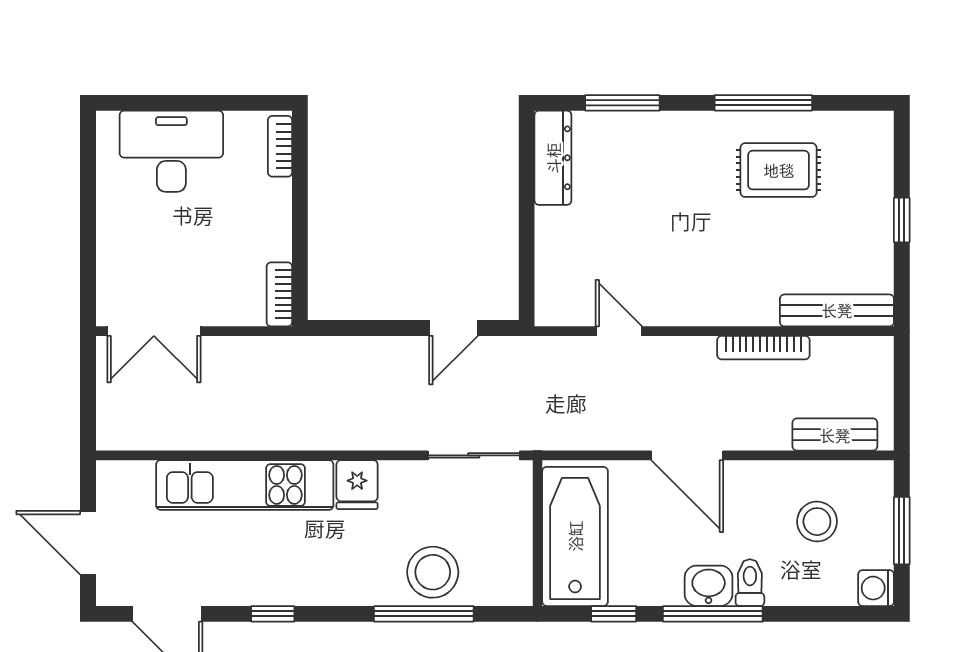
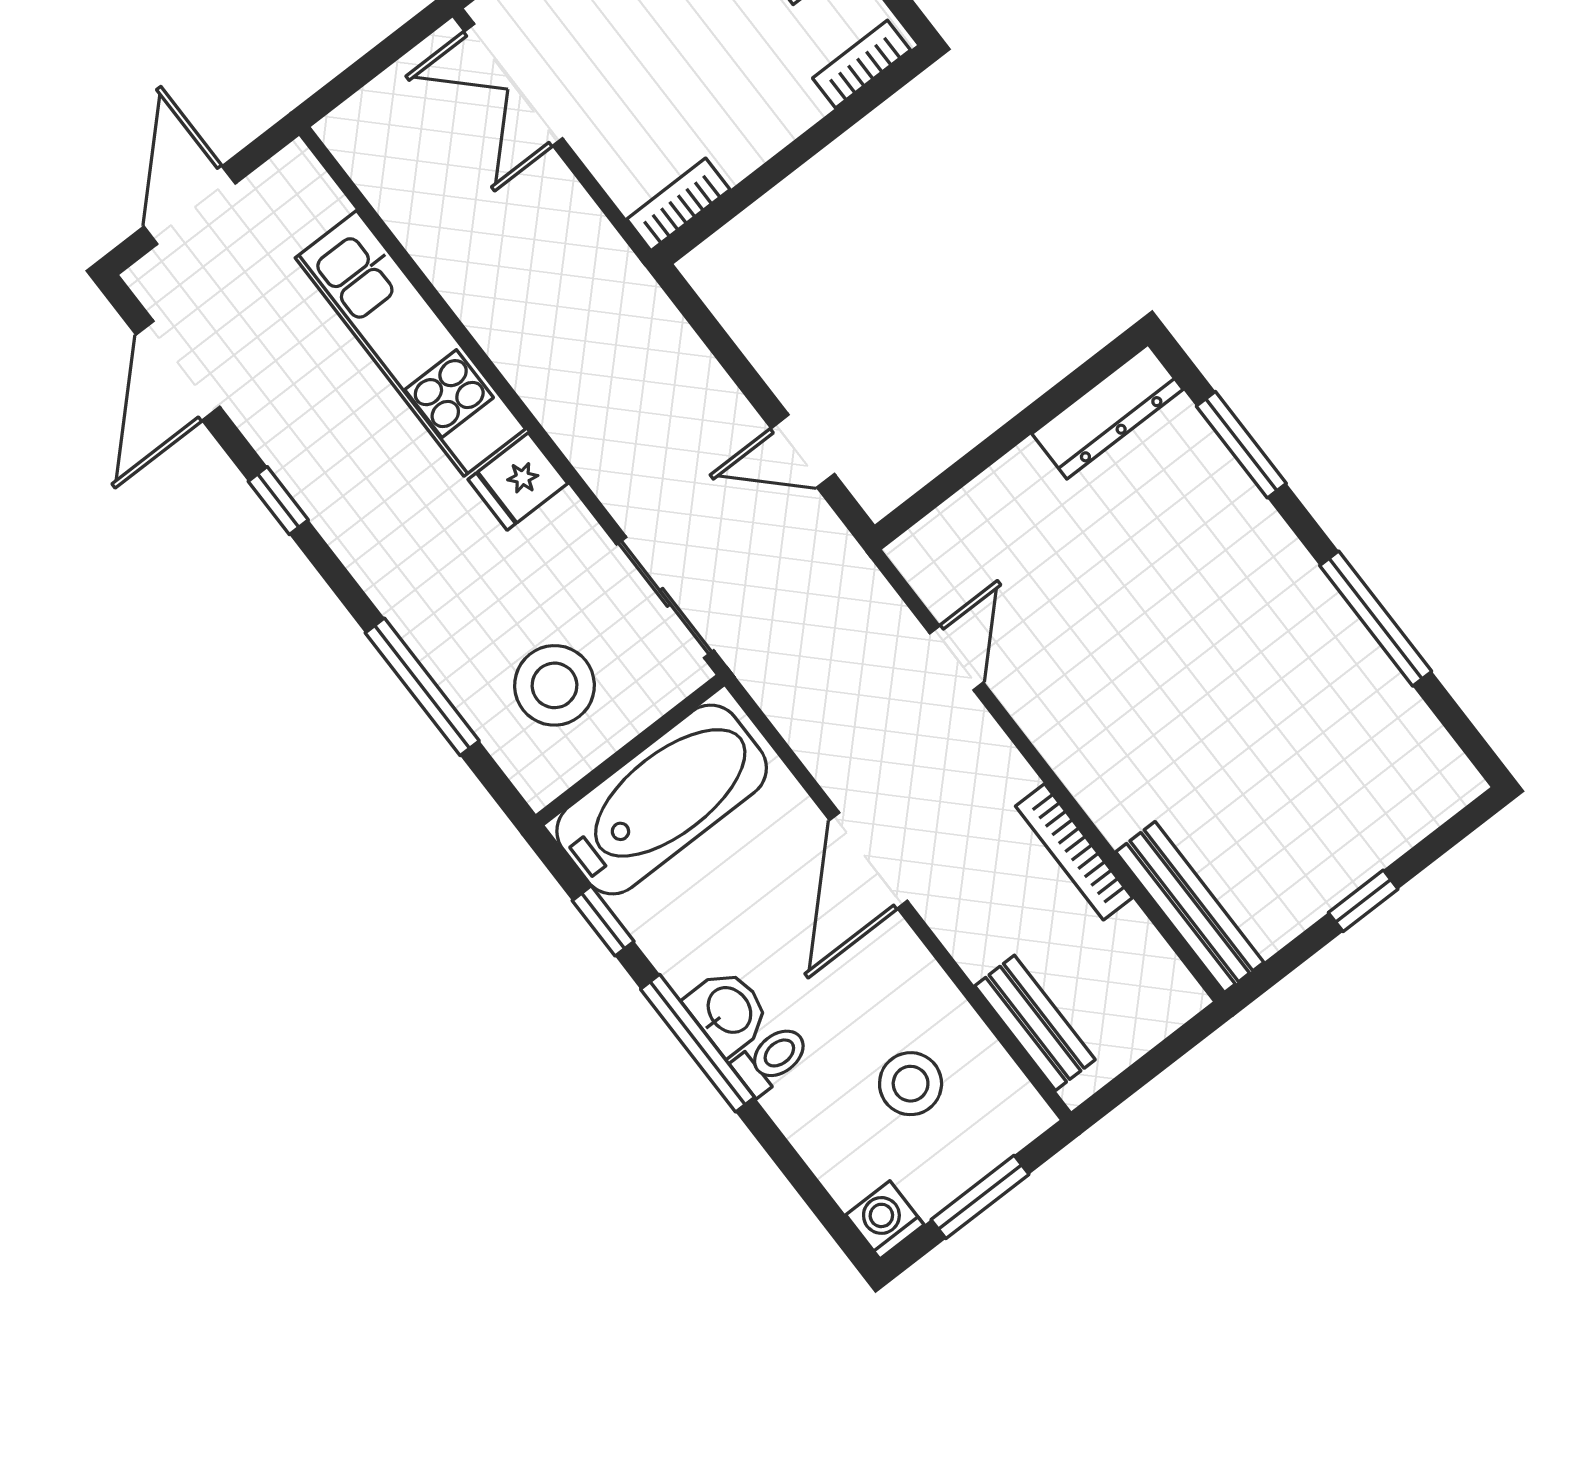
rug: (779, 170) -> (1307, 701), removed
stool: (433, 572) -> (554, 685), moved

